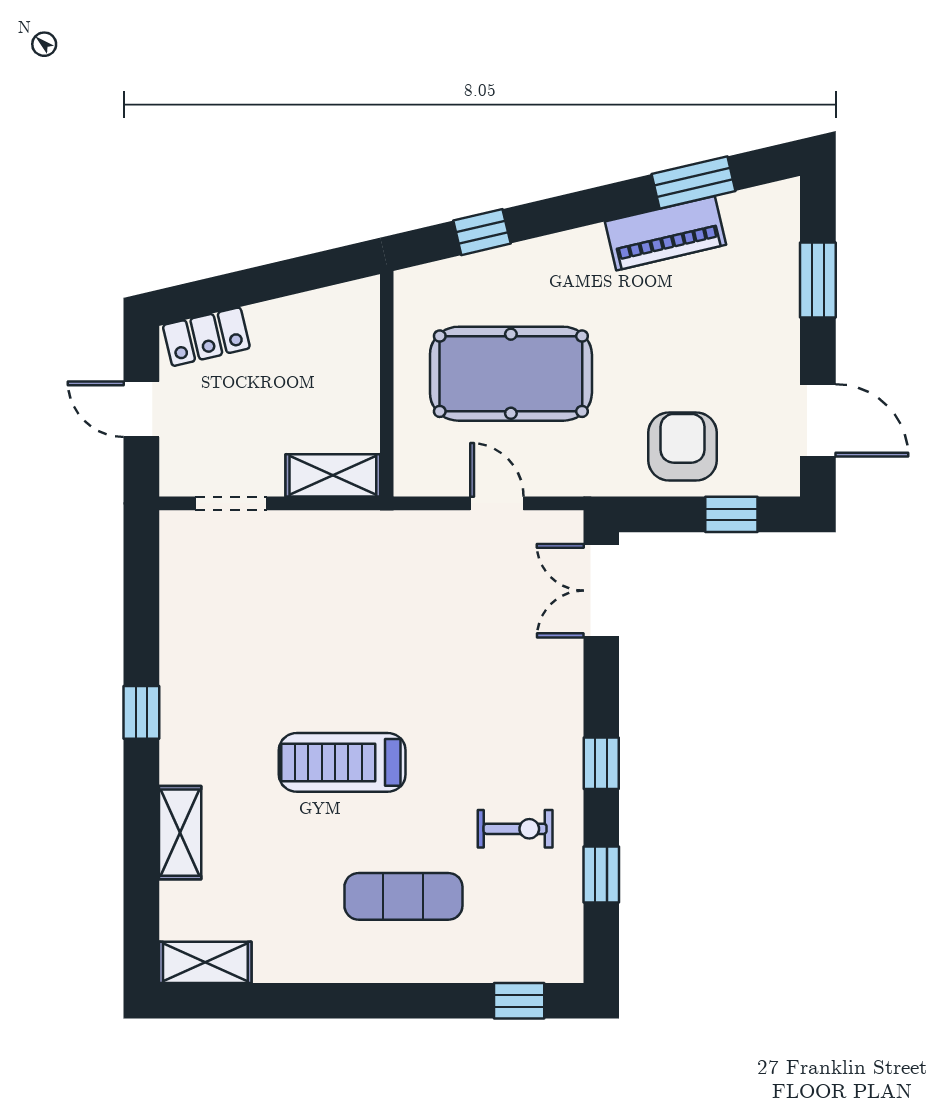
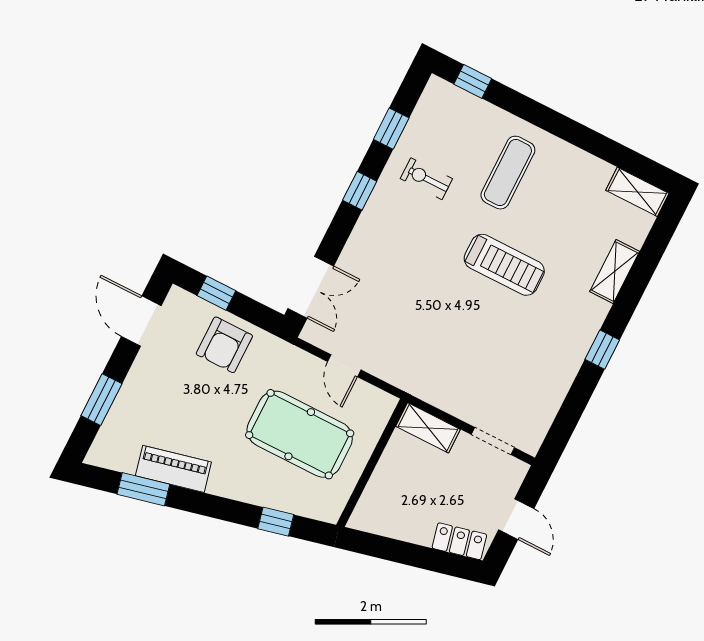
exercise mat: (403, 896) -> (508, 173), turned 90

